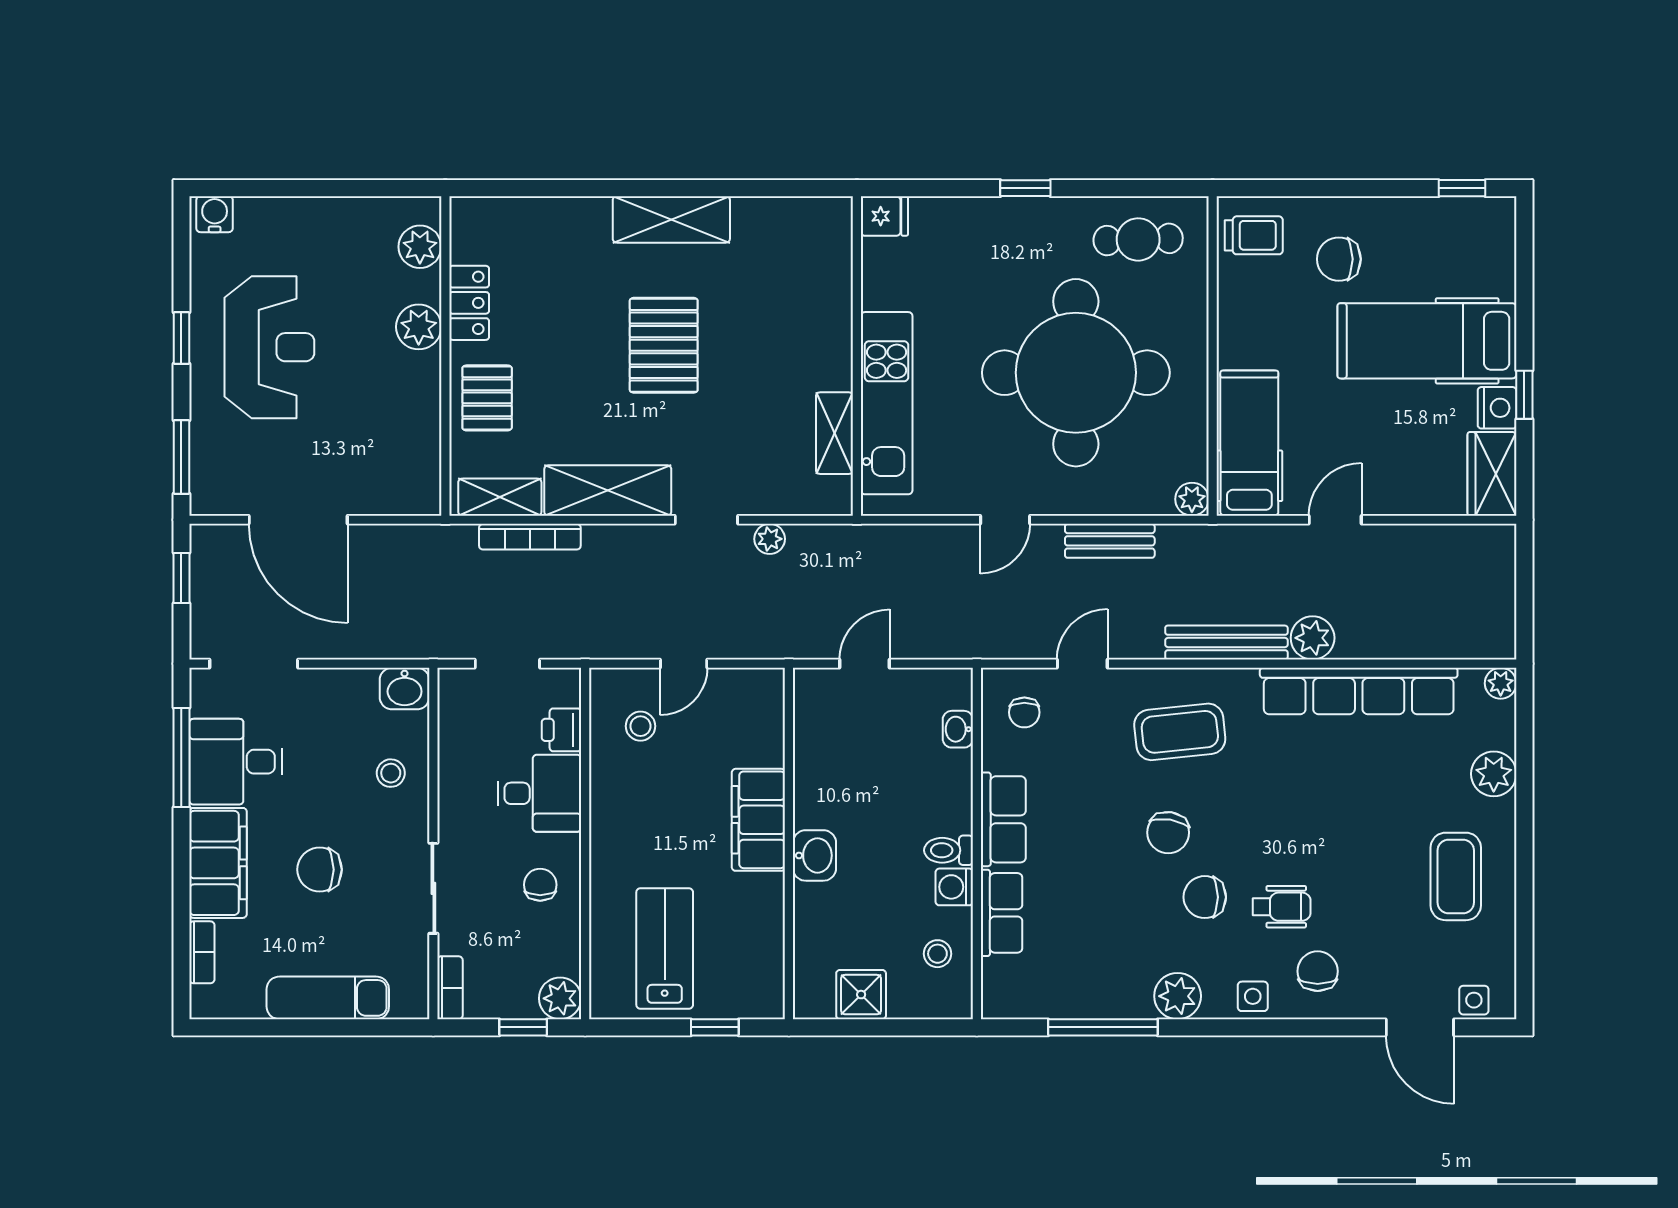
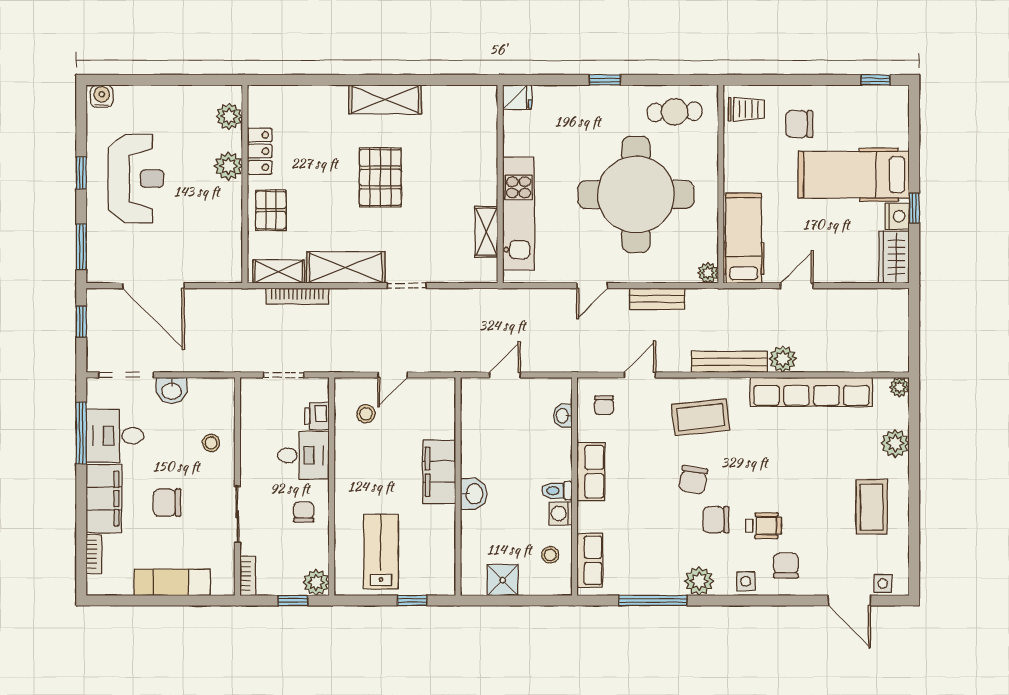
plant: (770, 539) -> (446, 298), removed
washbasin: (405, 689) -> (172, 390), moved
row of seats: (1002, 913) -> (590, 560), moved

